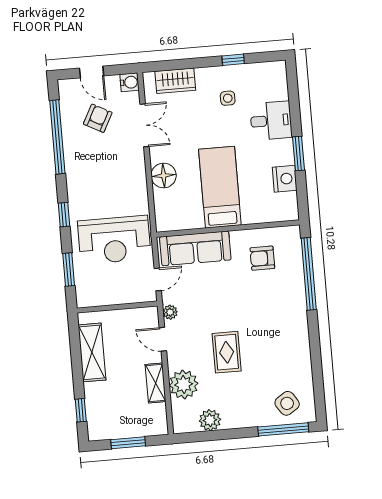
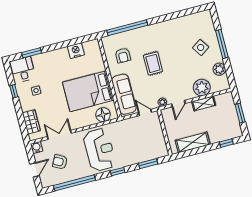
desk: (271, 121) -> (23, 70), moved
window: (298, 154) -> (32, 53), moved
floor lamp: (164, 176) -> (103, 115), moved
bed: (220, 187) -> (88, 91), width x1.50
reception desk: (114, 240) -> (100, 150), moved
rug: (227, 352) -> (153, 63), moved, turned 90
side table: (287, 403) -> (201, 47), moved
window: (283, 429) -> (222, 44), moved

